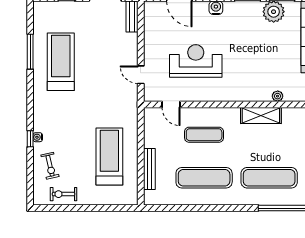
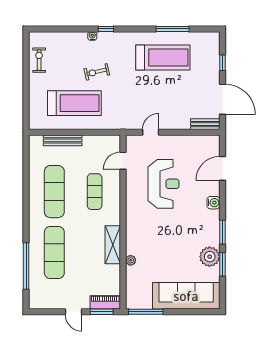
window: (30, 139) -> (106, 29), moved
exercise bike: (50, 166) -> (97, 72), moved

